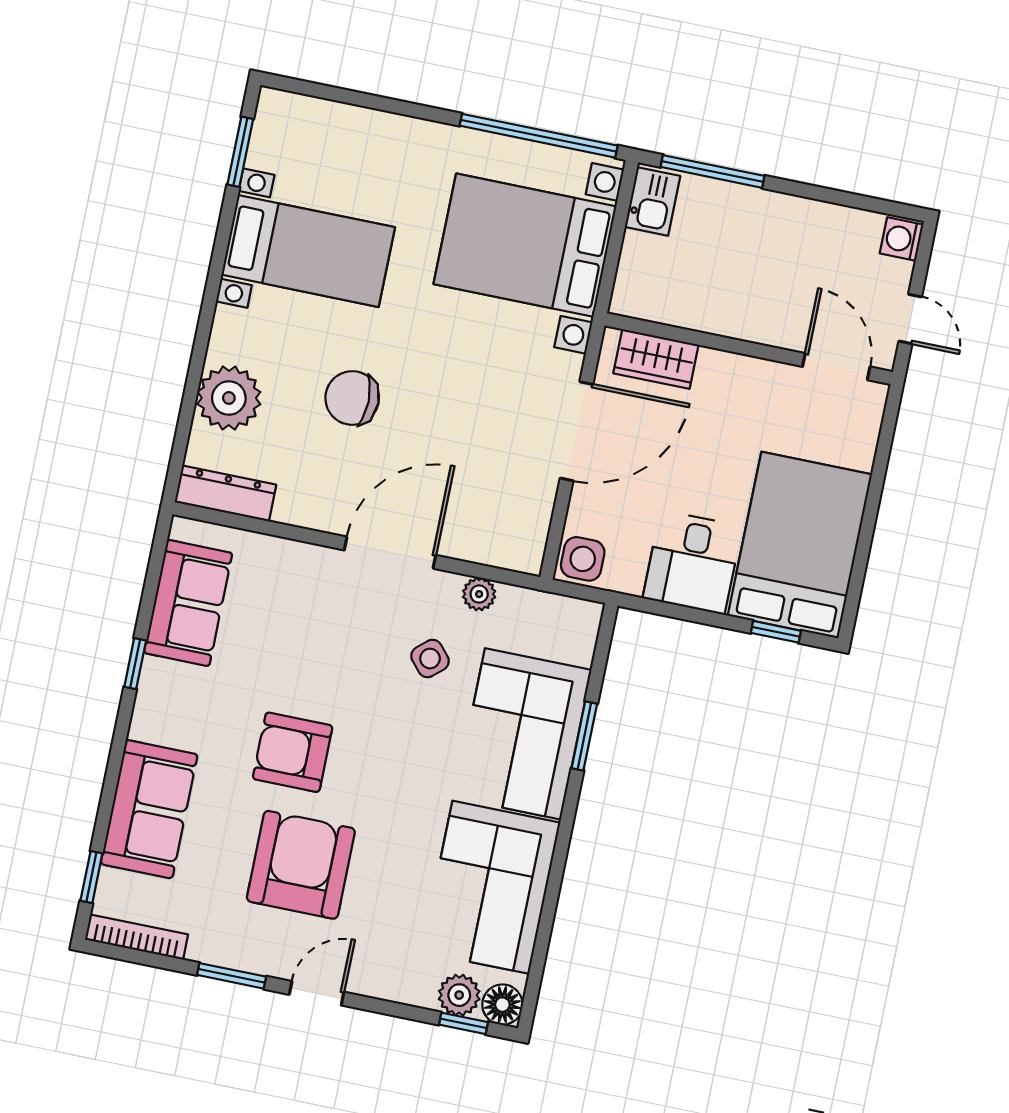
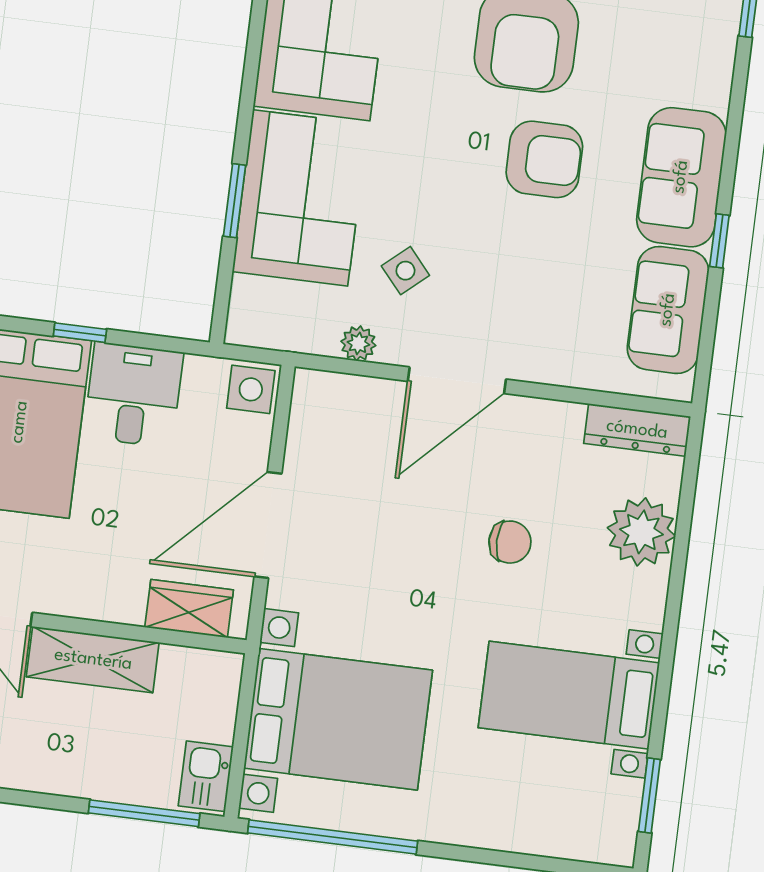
shelving: (749, 318) -> (93, 660), added
chair: (352, 398) -> (510, 542), width x0.73, depth x0.73
window: (776, 632) -> (80, 333), moved
sofa: (149, 809) -> (681, 177), moved

